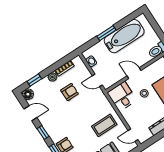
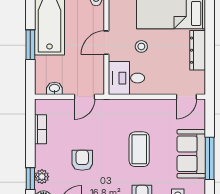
plant: (52, 77) -> (42, 177), moved
armchair: (70, 92) -> (82, 160), moved
coffee table: (104, 125) -> (139, 149), moved

